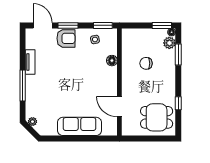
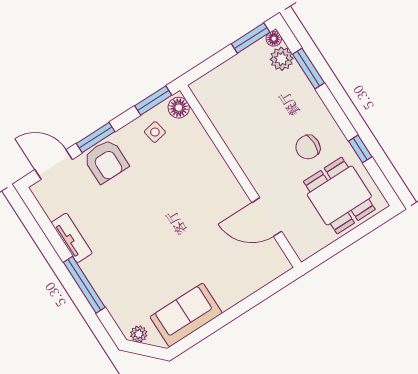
armchair: (66, 38) -> (106, 161), turned 90
floor lamp: (112, 61) -> (179, 108), moved
chair: (146, 63) -> (308, 147), moved
dining table: (157, 117) -> (339, 195), turned 90
sofa: (79, 126) -> (186, 315), moved, width x0.73

